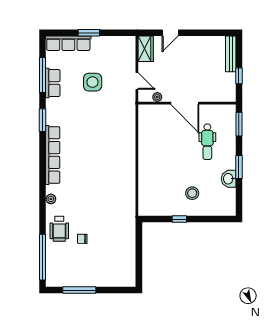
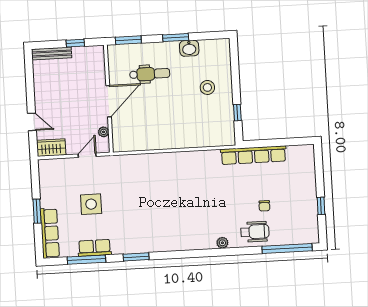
row of seats: (53, 155) -> (253, 155), moved, turned 180
window: (179, 219) -> (237, 113), moved
window: (79, 290) -> (321, 206), width x0.46

